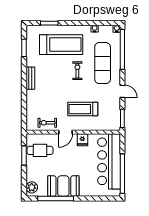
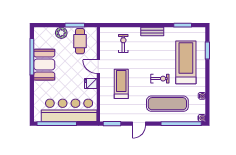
treadmill: (61, 45) -> (186, 62), turned 180
exercise bike: (47, 123) -> (123, 44), moved
plant: (32, 187) -> (61, 33), moved

